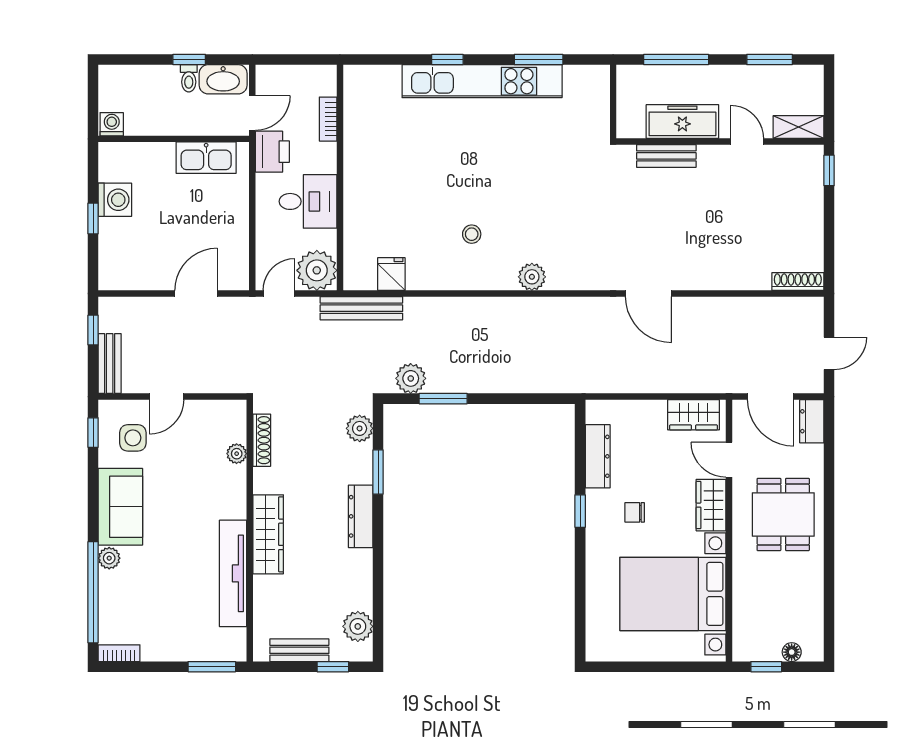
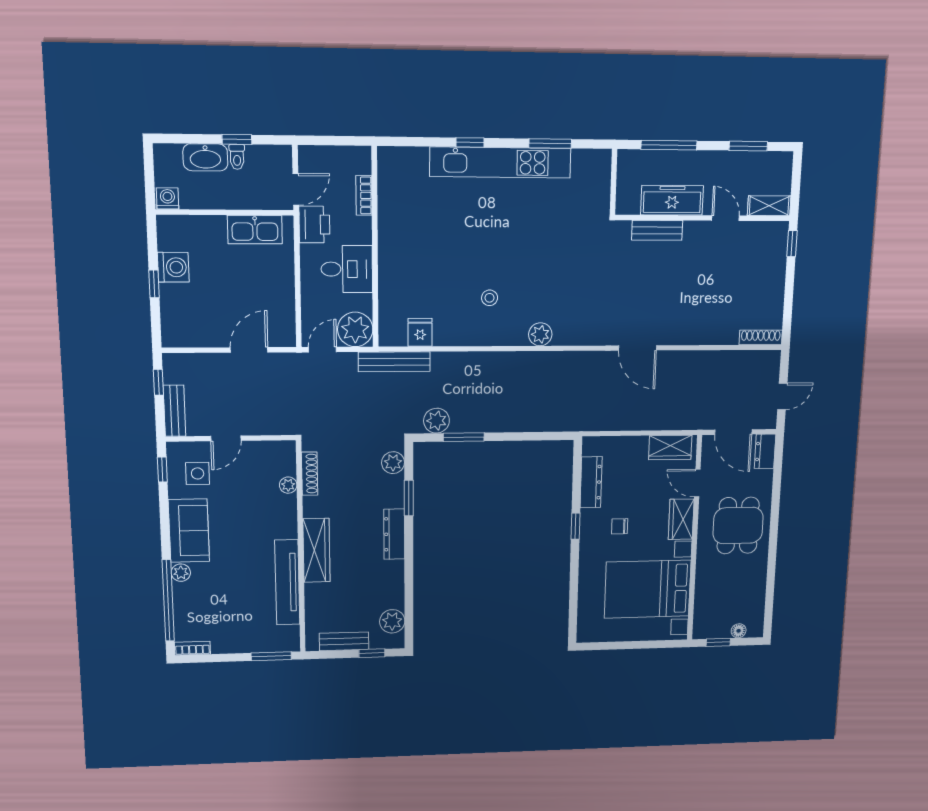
washbasin: (223, 79) -> (205, 157), moved

